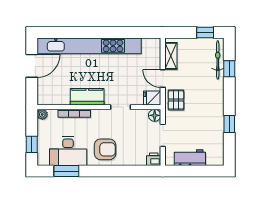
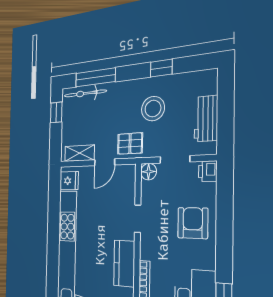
window: (229, 69) -> (95, 77), width x2.17
fridge: (152, 98) -> (69, 181), moved, turned -90
stool: (200, 118) -> (153, 109), added
armchair: (105, 149) -> (193, 223), moved

